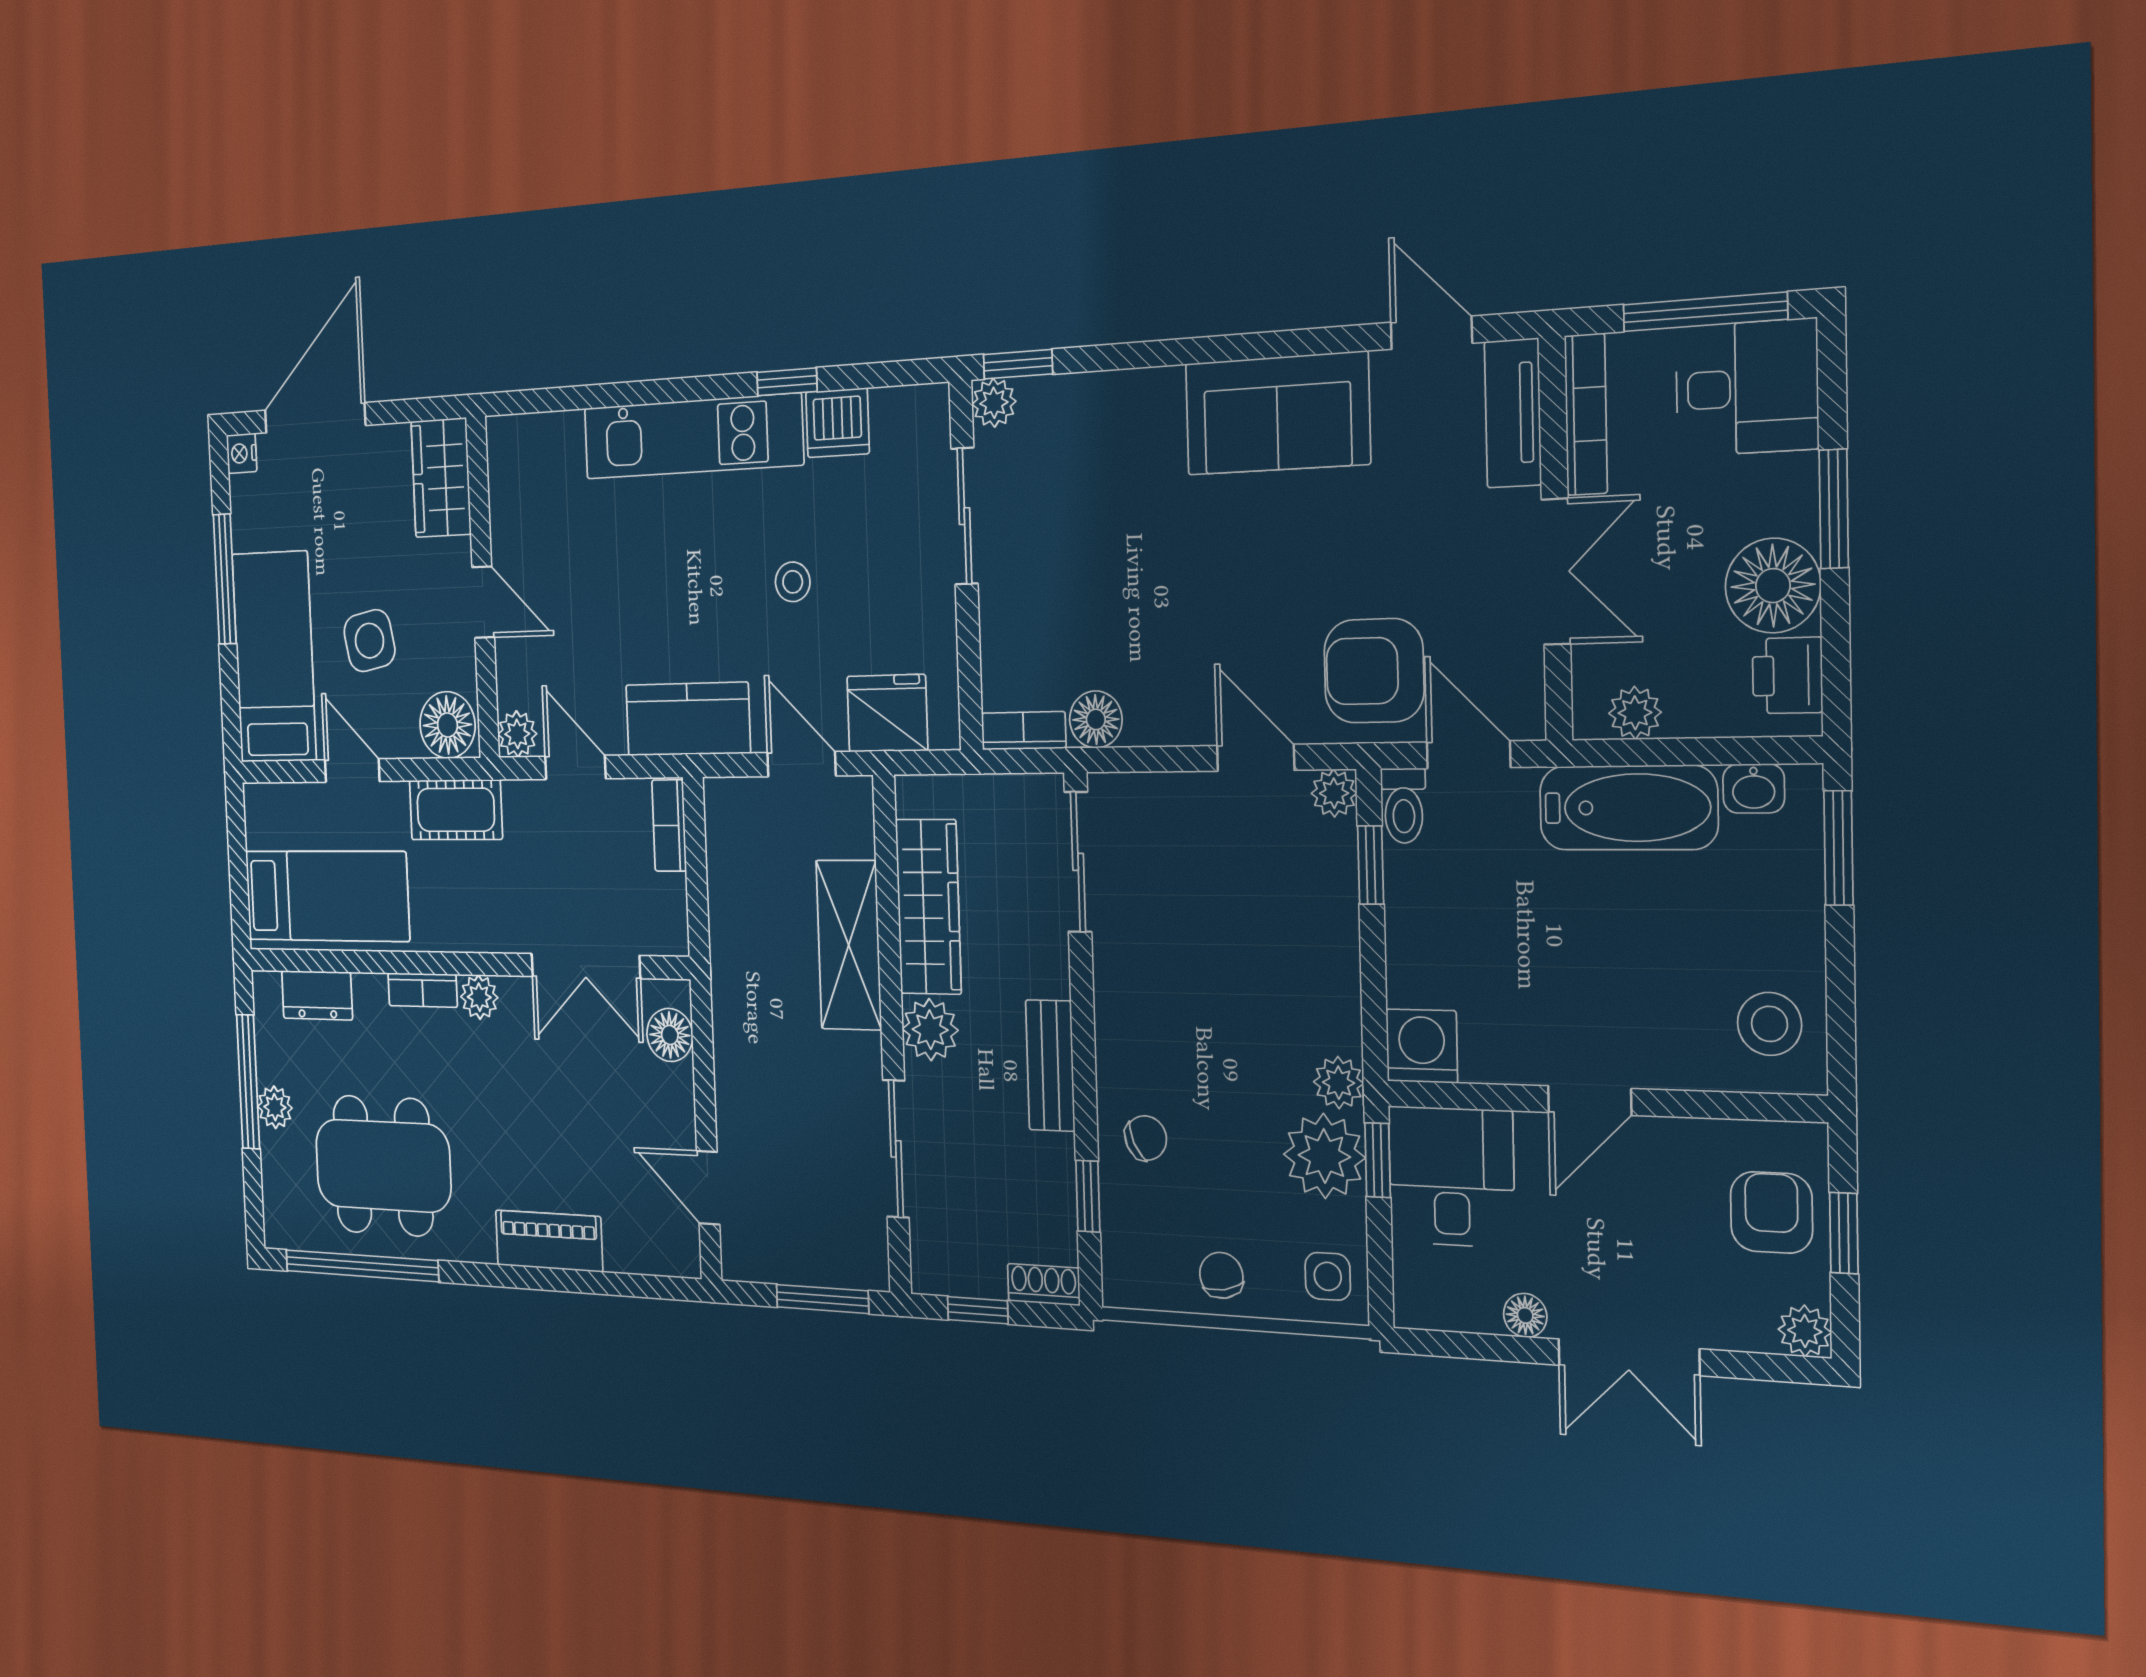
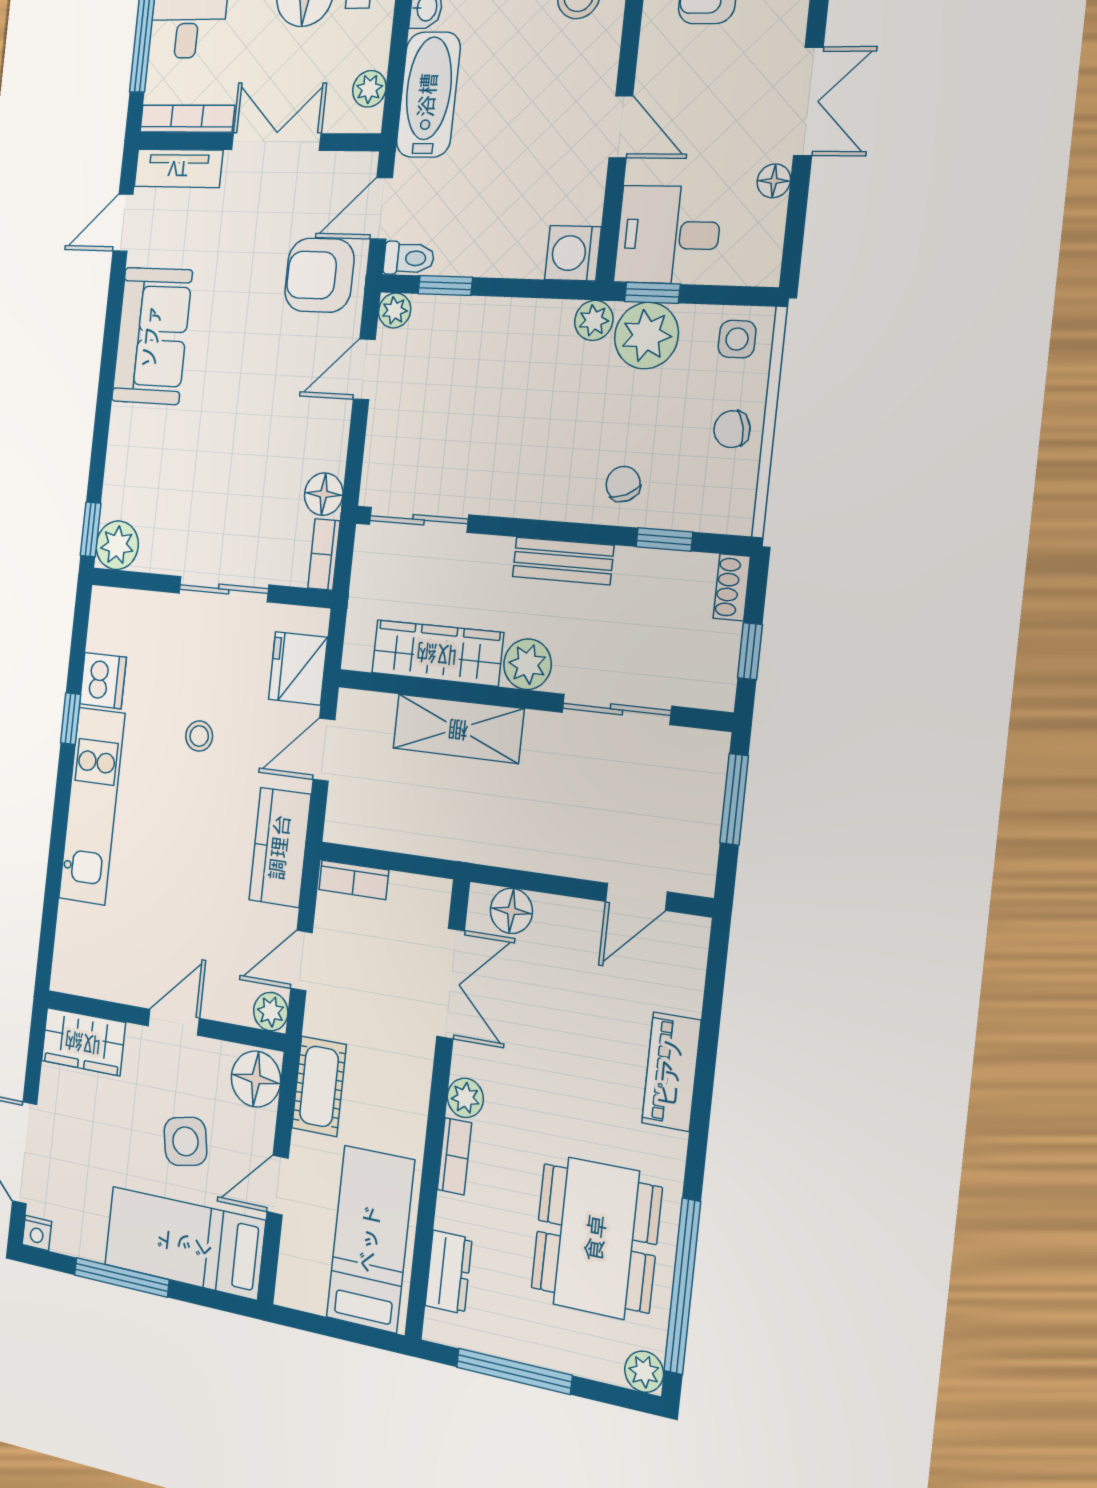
plant: (994, 403) -> (117, 545), width x1.38, depth x1.38
sliding door: (965, 516) -> (224, 589), moved
armchair: (1374, 671) -> (319, 275), turned 90
plant: (275, 1107) -> (644, 1372), moved

